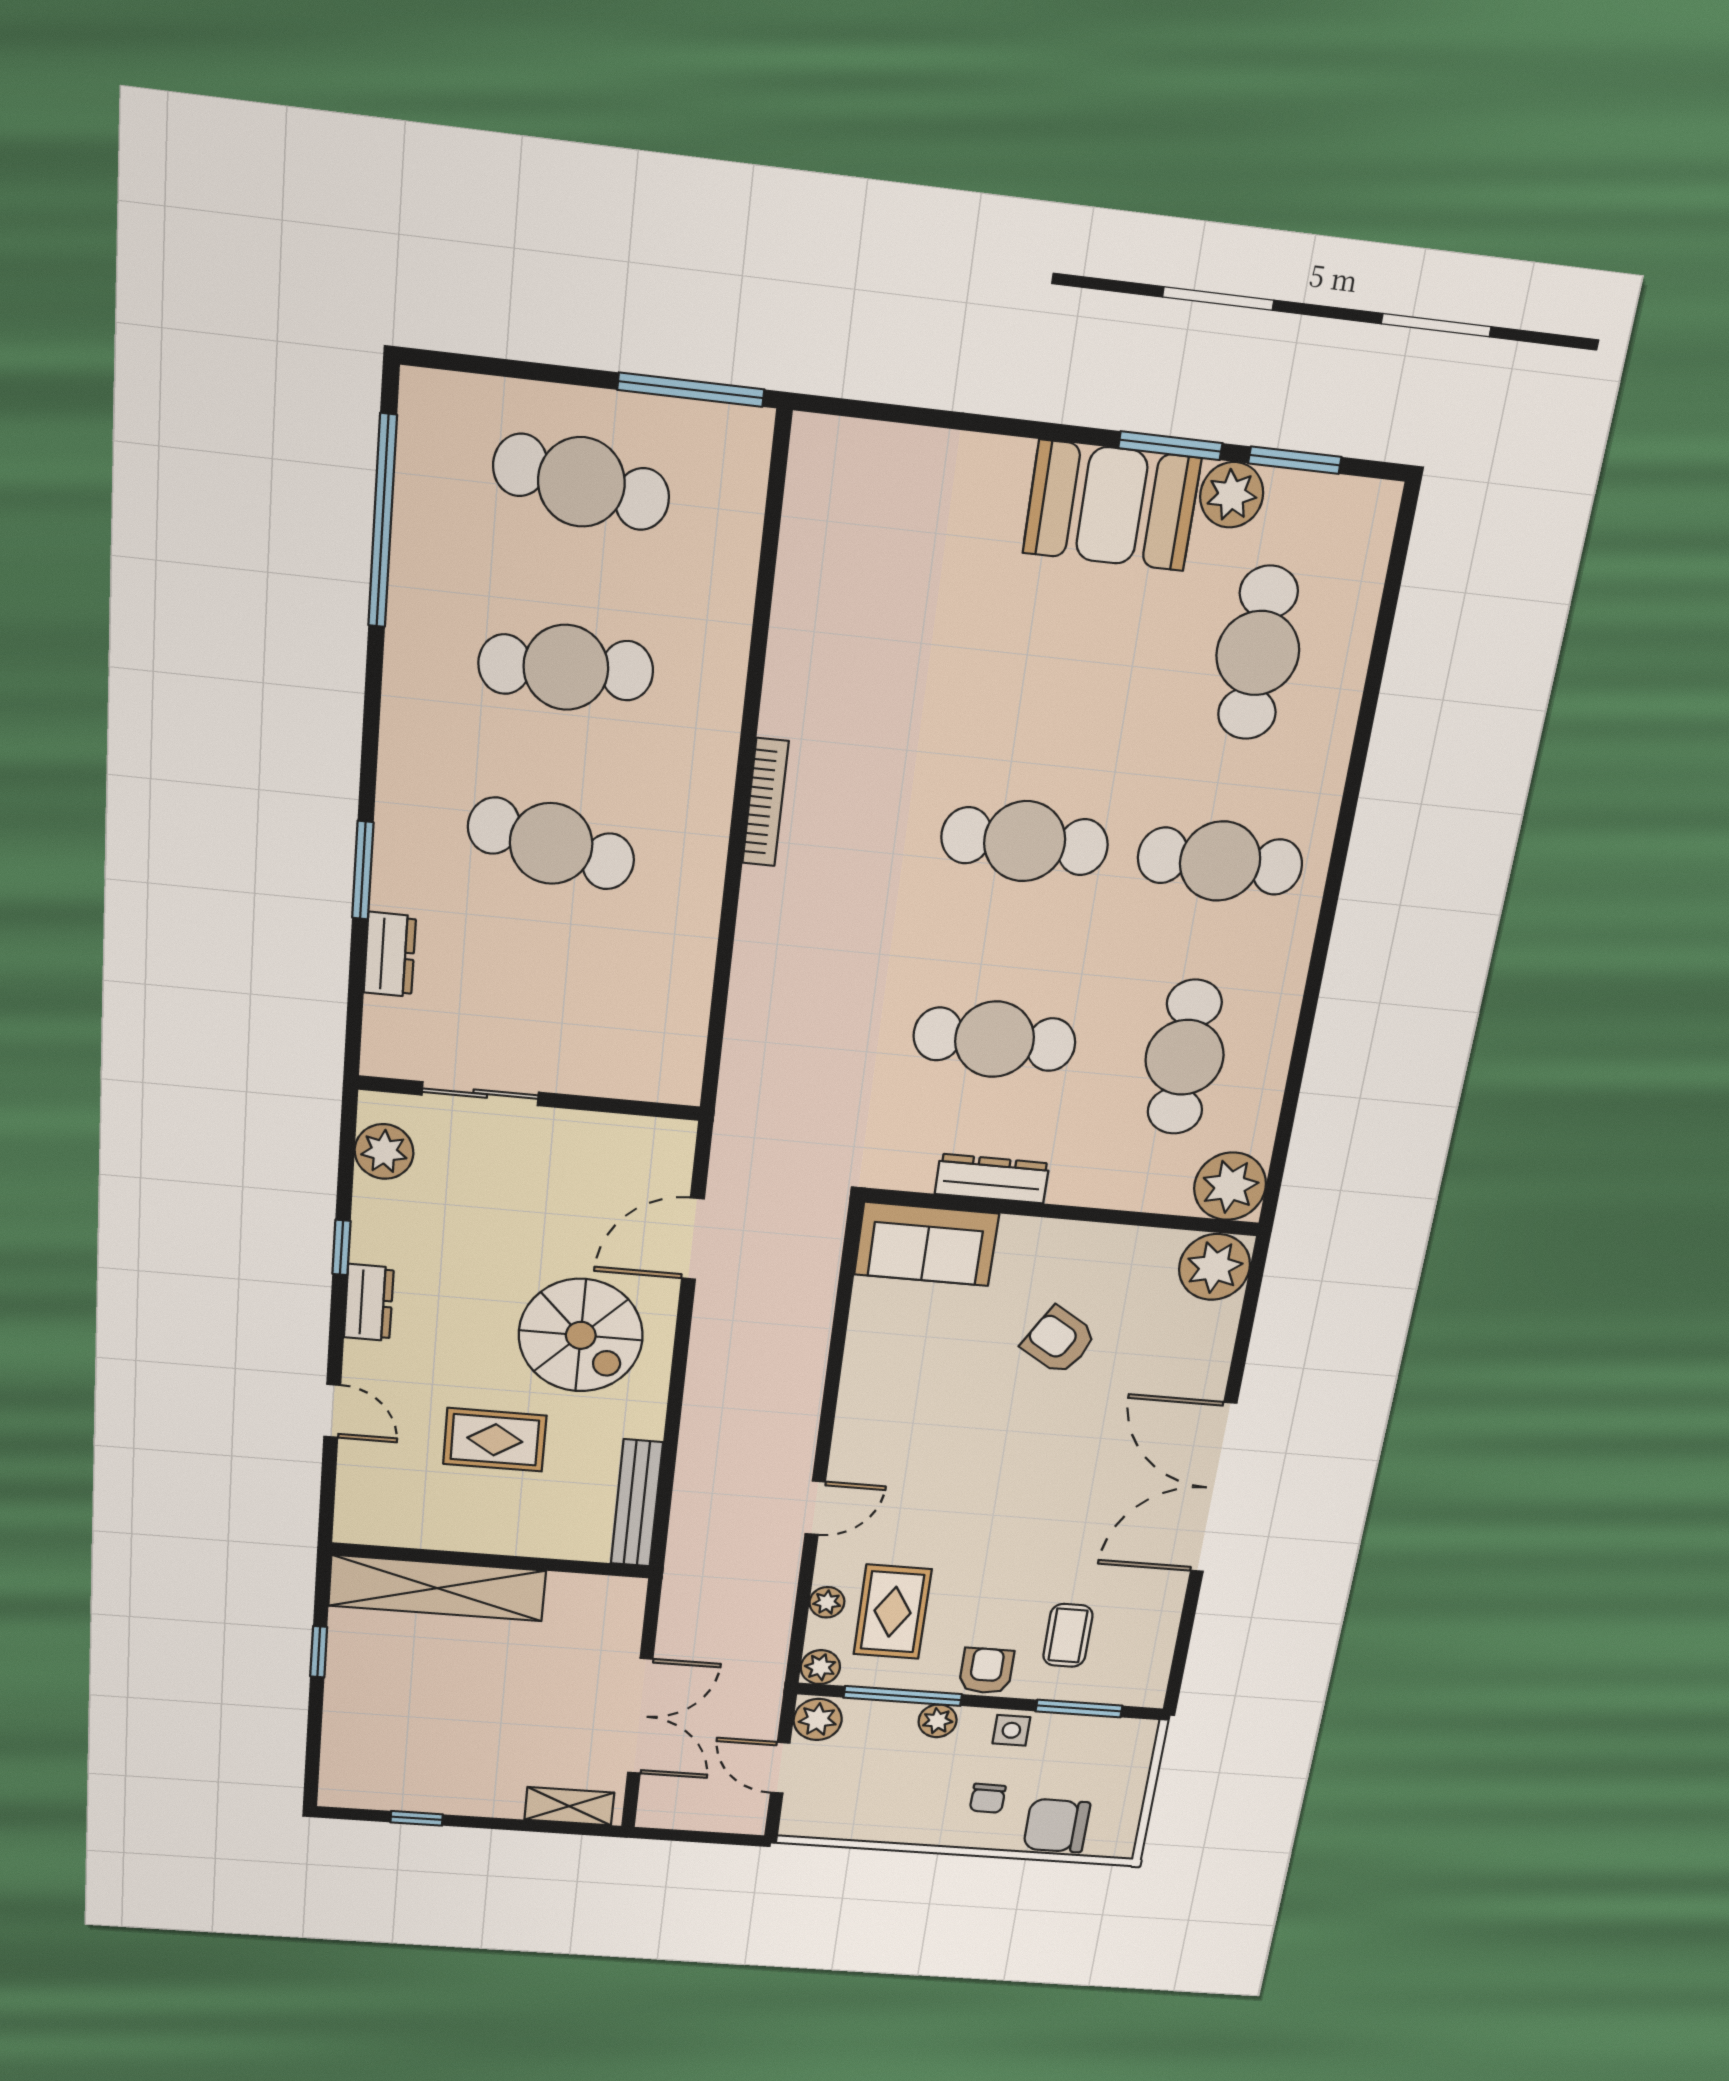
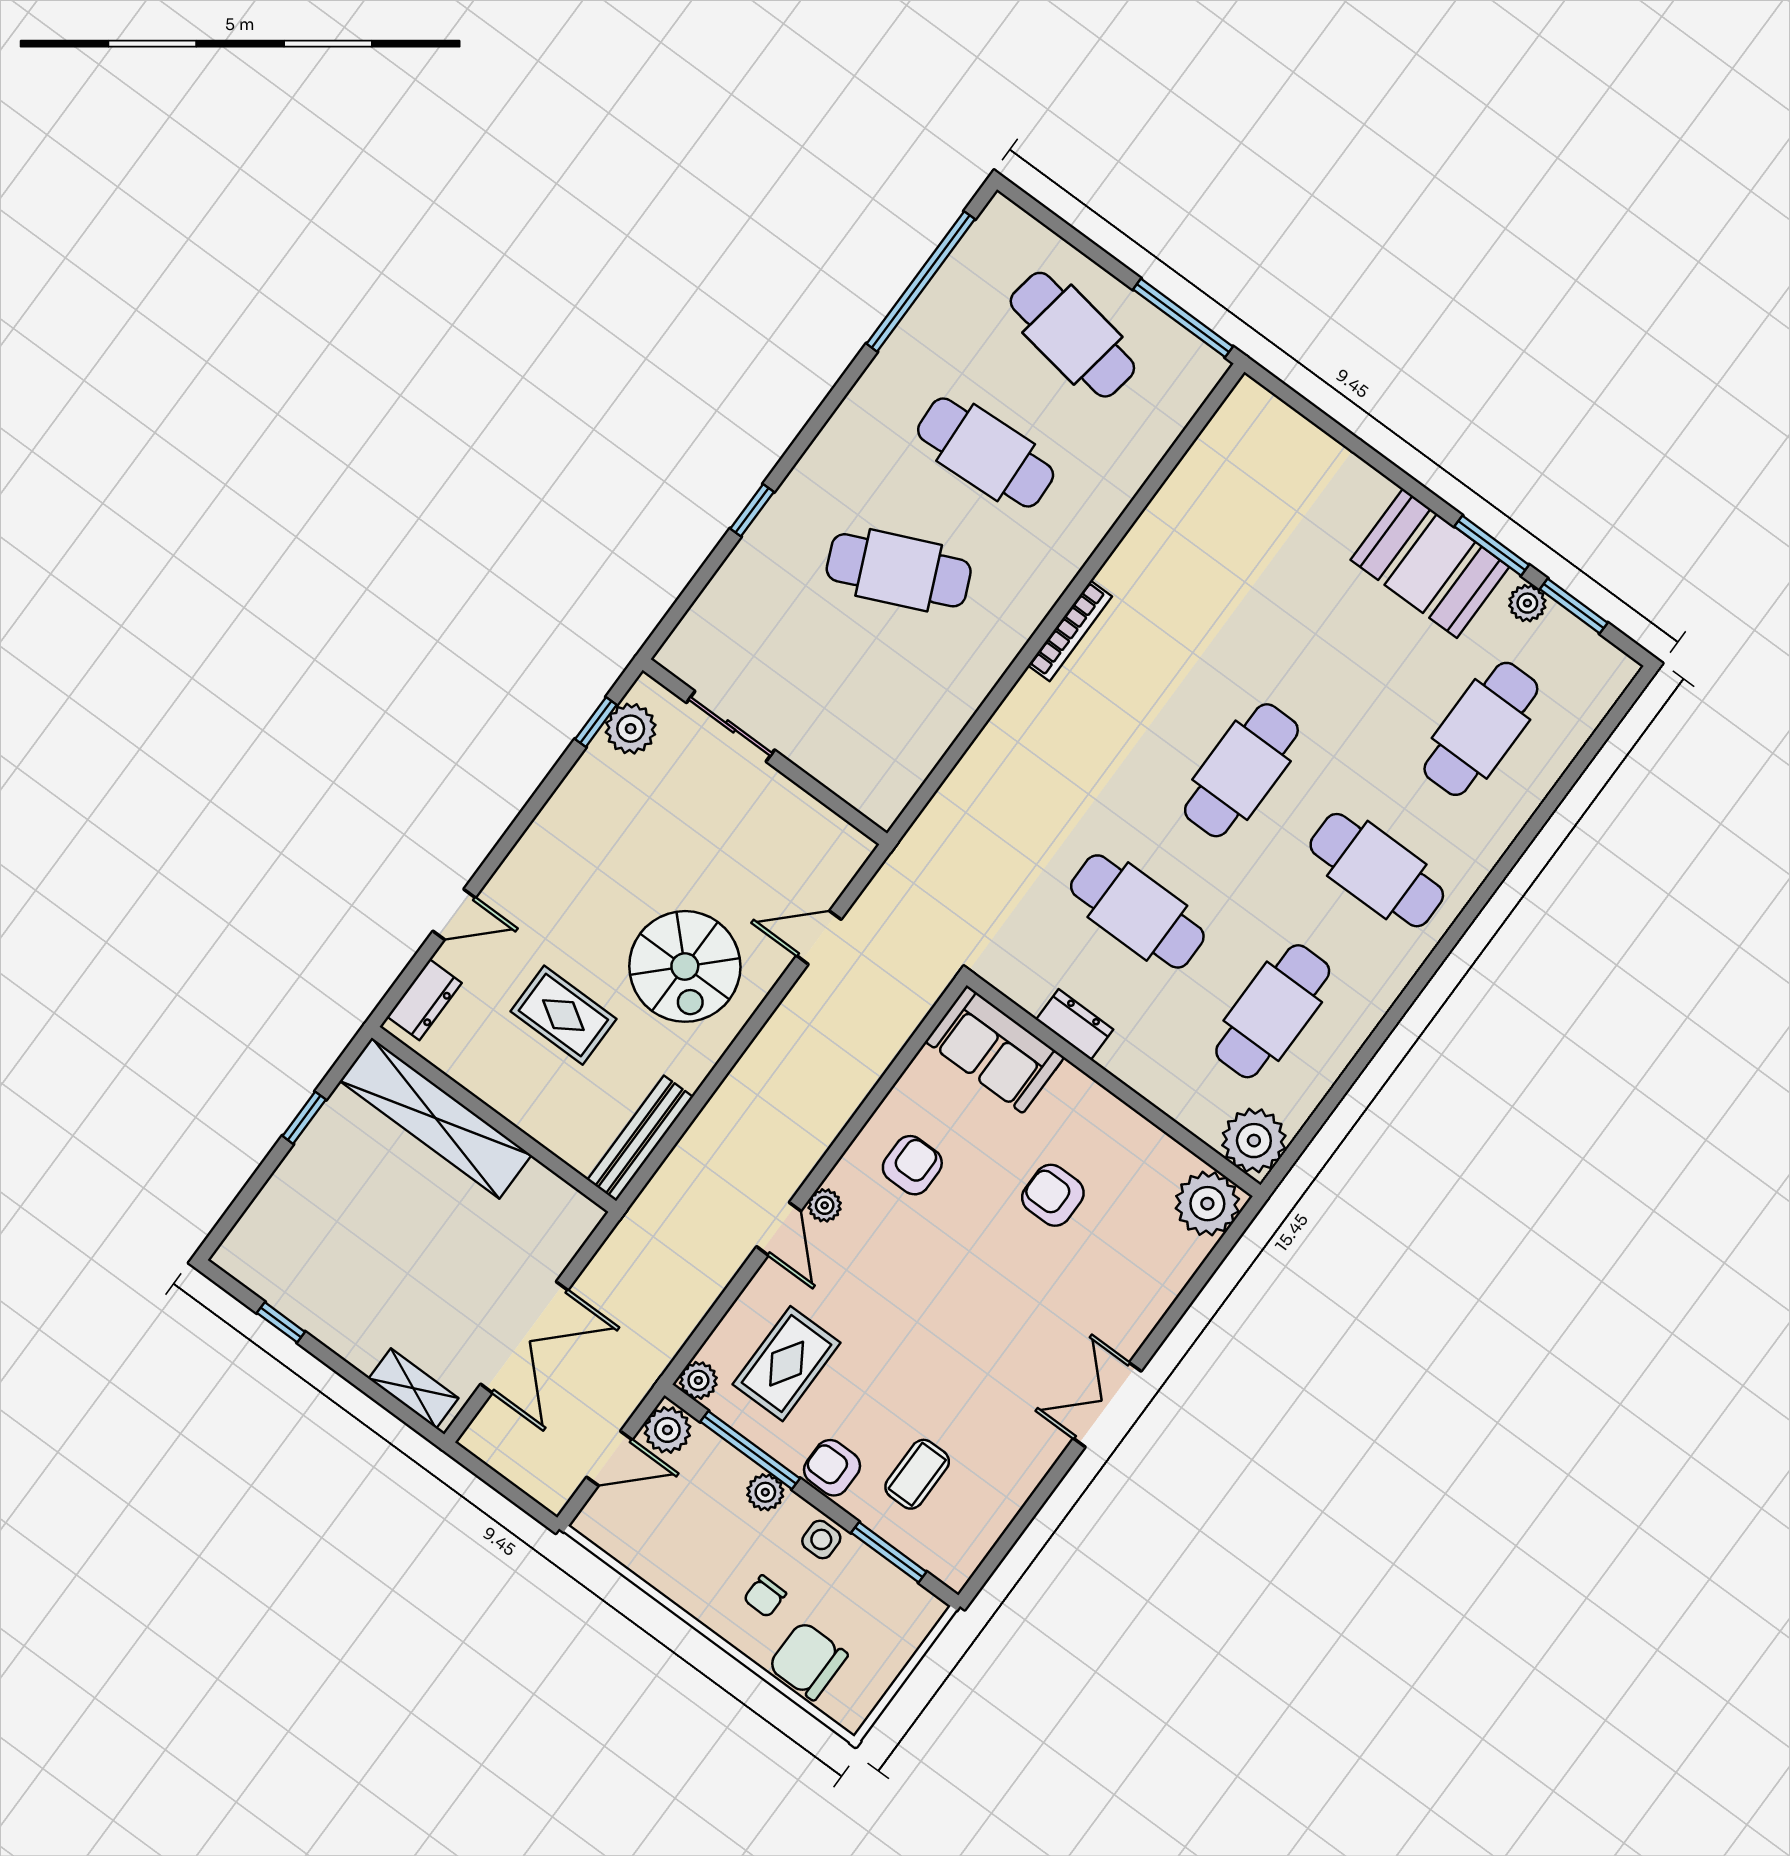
plant: (1232, 495) -> (1527, 603), width x0.73, depth x0.73
cafe table: (1025, 841) -> (1241, 770), turned 90
cafe table: (551, 843) -> (899, 570), turned -36
window: (363, 870) -> (752, 510), width x0.67
dresser: (390, 954) -> (732, 582), removed
dresser: (992, 1179) -> (1075, 1025), width x0.70
door: (693, 1239) -> (819, 938), width x0.73
window: (341, 1248) -> (596, 722), moved
dresser: (369, 1303) -> (424, 1000), moved
armchair: (1059, 1341) -> (1053, 1195), turned -31
armchair: (908, 1387) -> (912, 1165), added
door: (332, 1411) -> (454, 914), hinge flipped
double door: (1213, 1488) -> (1107, 1405), width x0.54
door: (815, 1508) -> (779, 1229), hinge flipped
plant: (827, 1602) -> (825, 1205), moved
armchair: (986, 1671) -> (832, 1468), turned -90
door: (780, 1768) -> (609, 1458), swing flipped

